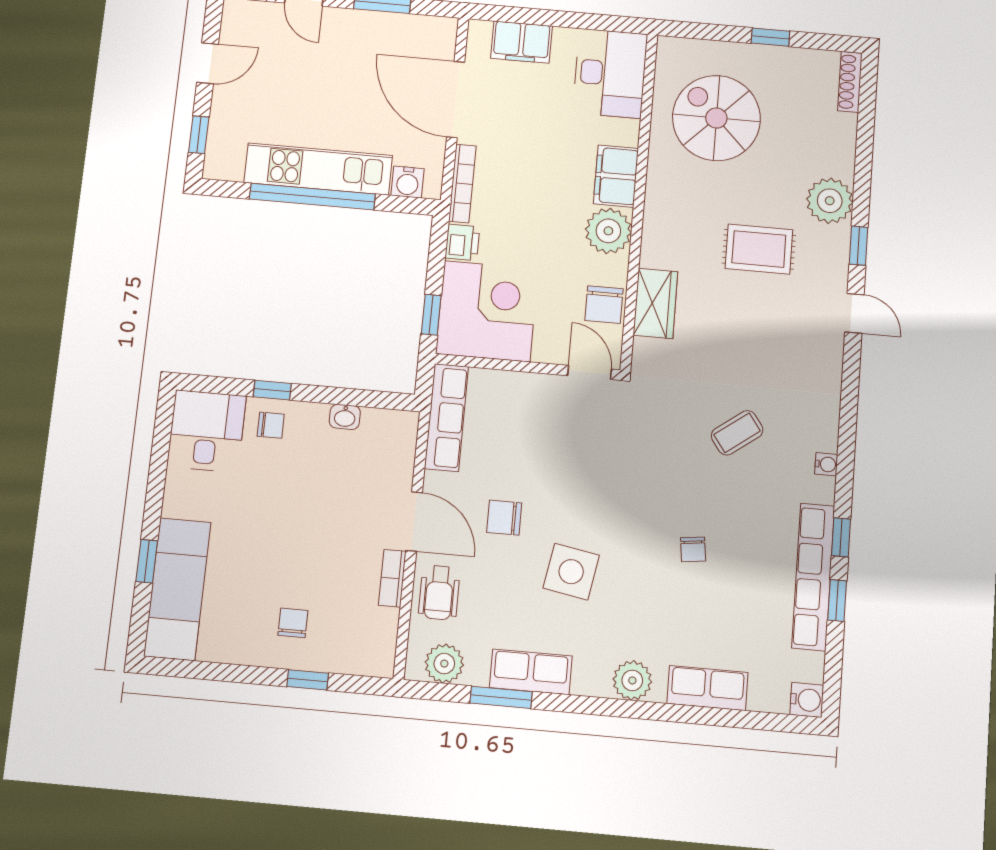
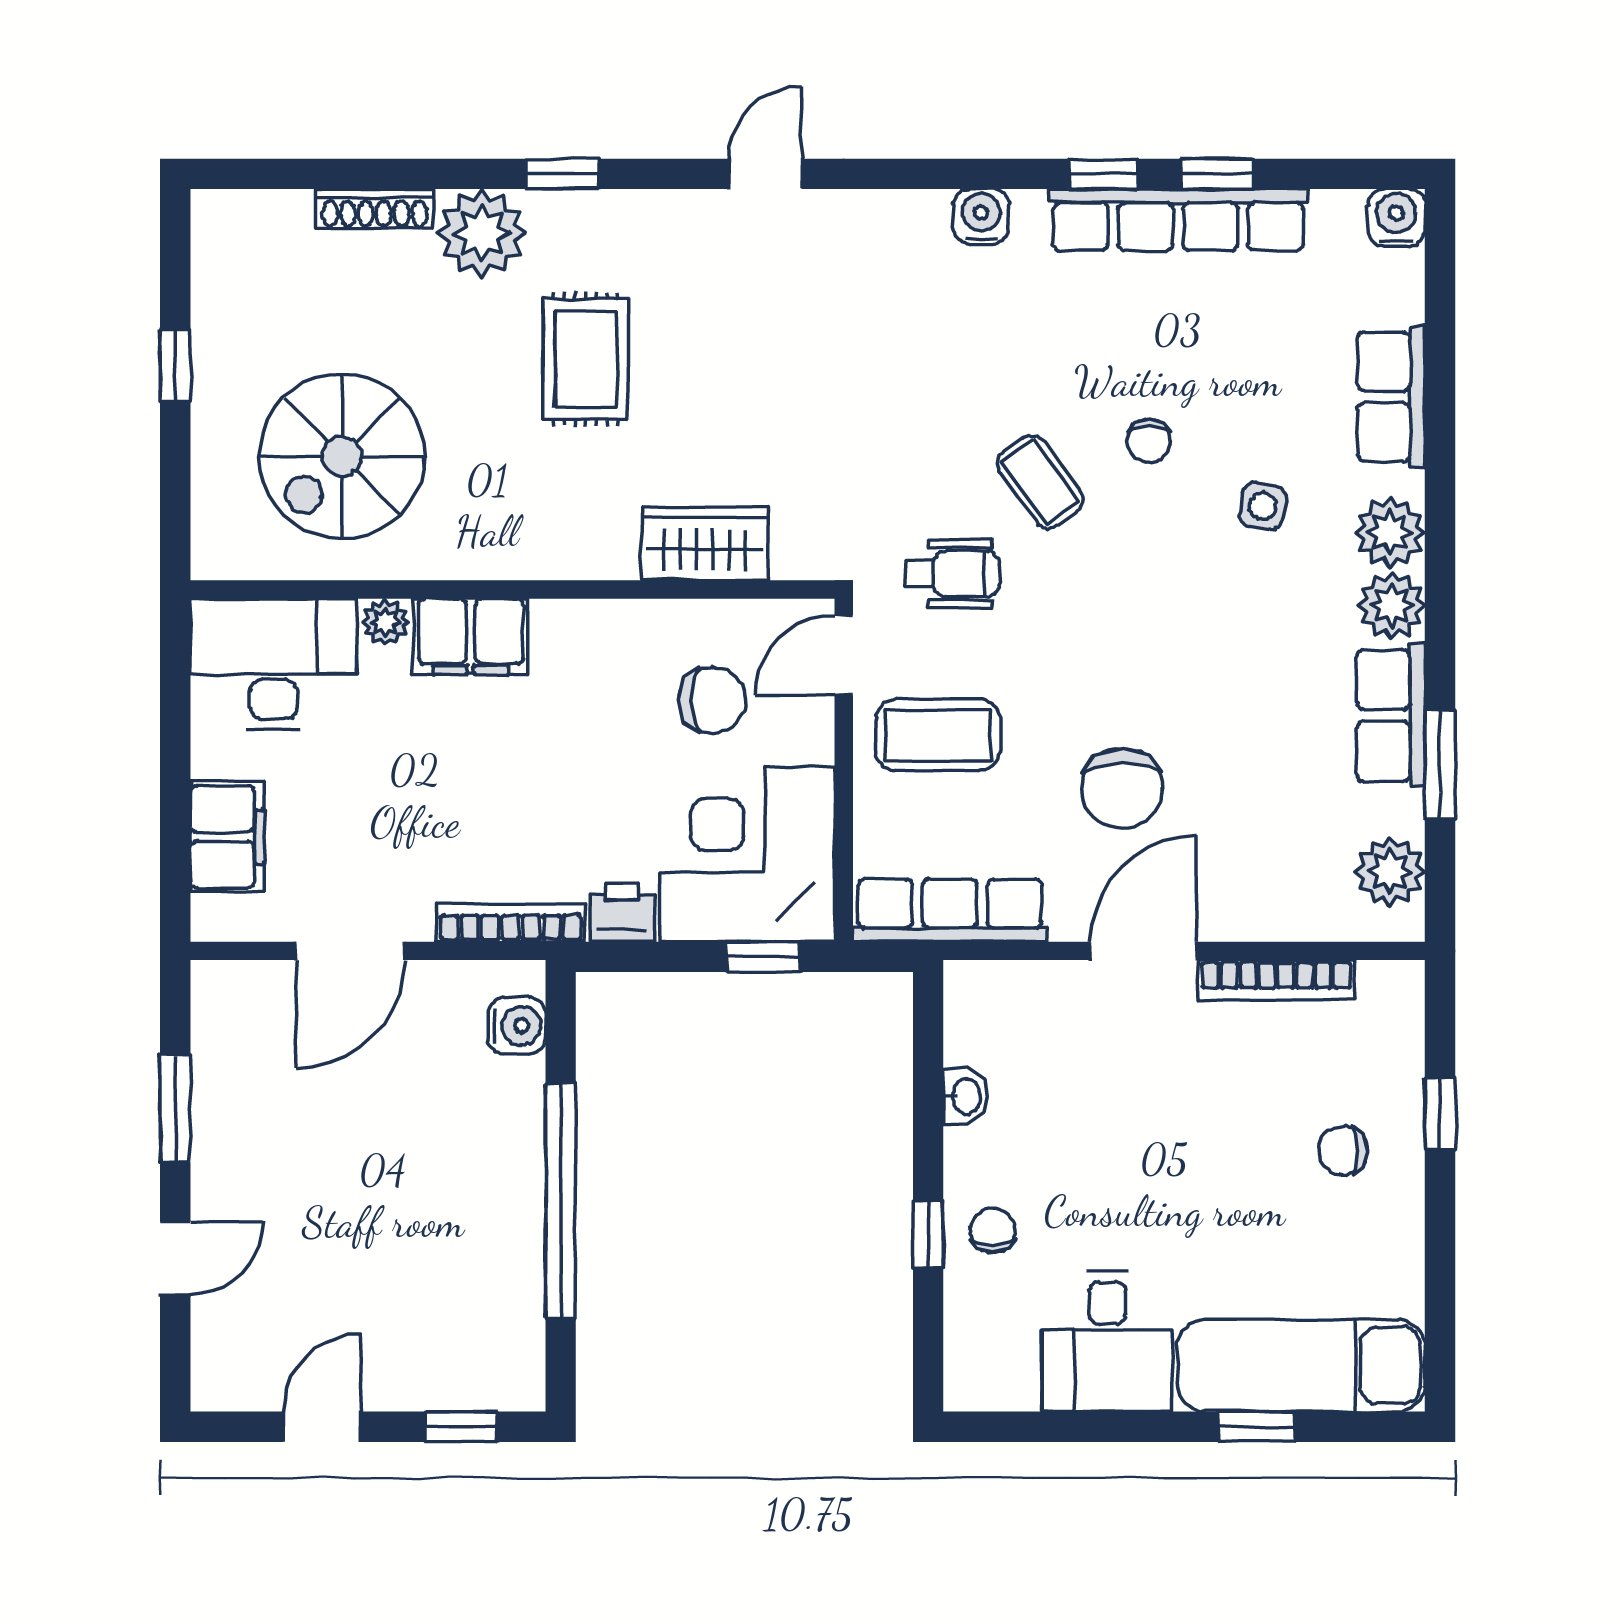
door: (207, 63) -> (322, 1427), hinge flipped
shoe rack: (850, 82) -> (375, 209), moved
door: (456, 99) -> (350, 951), width x0.73
kitchen unit: (318, 169) -> (507, 1195), removed
plant: (608, 231) -> (386, 622), moved, width x0.53, depth x0.53
chair: (604, 305) -> (712, 700), moved
door: (854, 313) -> (765, 174), moved
coffee table: (542, 419) -> (938, 735), added
desk: (207, 431) -> (1107, 1341), moved, turned -90
coffee table: (737, 433) -> (1040, 482), moved
water cooler: (826, 464) -> (981, 217), width x1.38, depth x1.38
chair: (504, 518) -> (1122, 788), width x1.37, depth x1.37
chair: (693, 549) -> (1149, 441), turned 97
side table: (571, 572) -> (1263, 506), moved, width x0.54, depth x0.54
bookcase: (392, 578) -> (1276, 980), width x1.56
wheelchair: (439, 593) -> (952, 574), moved
plant: (592, 678) -> (1392, 606), added

